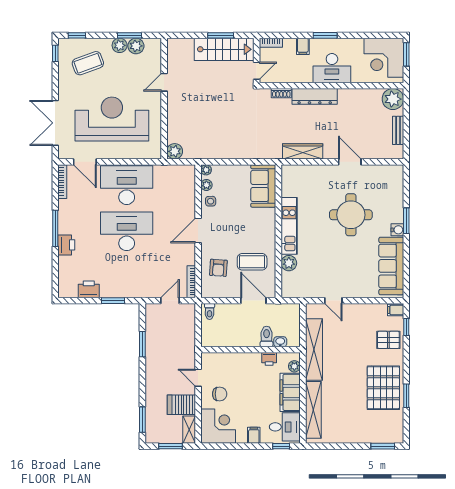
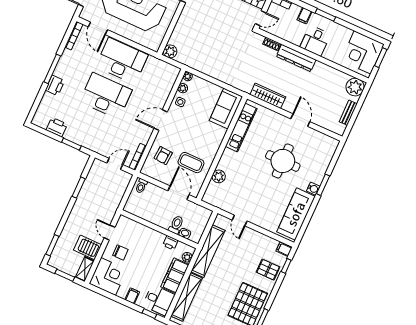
desk: (332, 68) -> (315, 41), width x0.73
kitchen unit: (289, 226) -> (241, 127), moved

